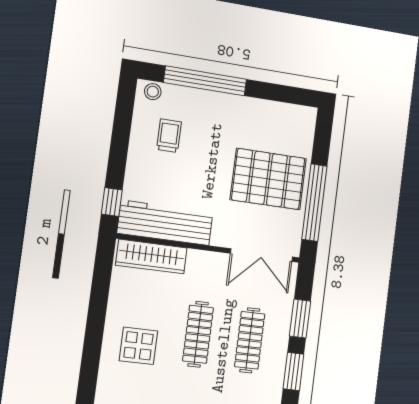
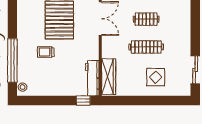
trolley: (169, 136) -> (46, 52), moved
workbench: (165, 223) -> (92, 78), width x0.73, depth x0.76
clothes rail: (250, 340) -> (146, 19), width x0.73

